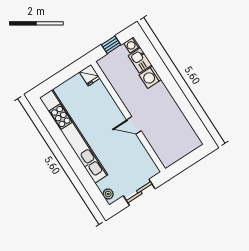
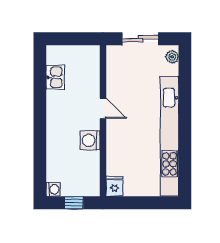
kitchen sink: (140, 60) -> (55, 77), moved
washing machine: (150, 77) -> (90, 140), moved, turned 180

